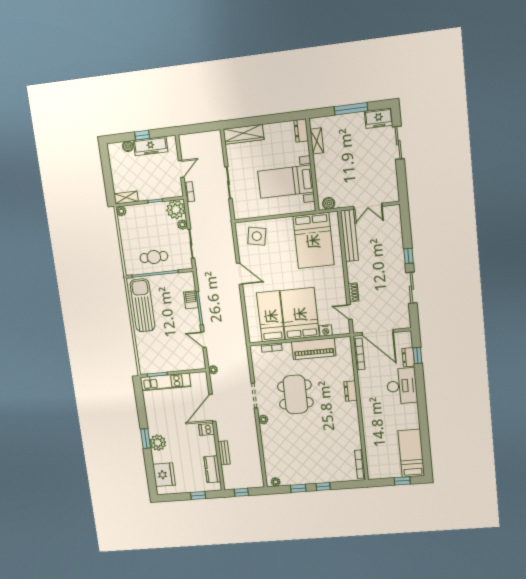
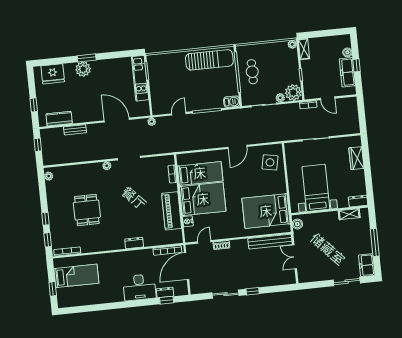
wardrobe: (244, 134) -> (356, 158), width x0.67
barbecue: (191, 300) -> (232, 102), moved
dining table: (295, 394) -> (87, 210), moved, width x0.73
dishwasher: (207, 429) -> (97, 114), removed
bed: (411, 453) -> (76, 276), moved
window: (298, 488) -> (48, 240), moved

